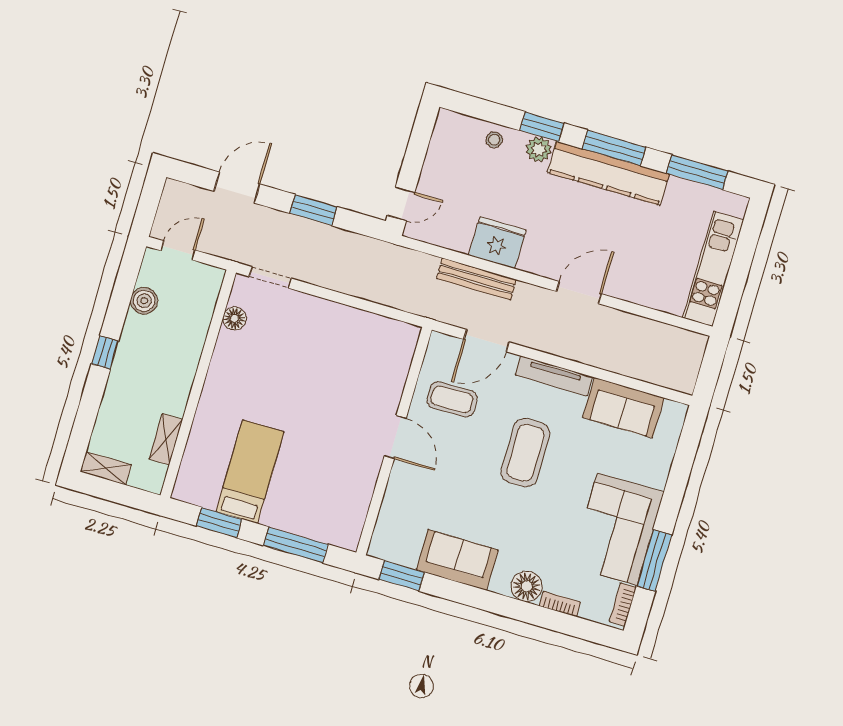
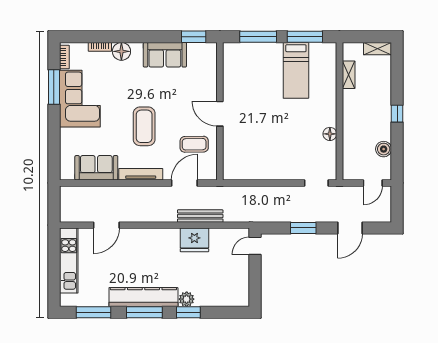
stool: (494, 140) -> (213, 297), removed
door: (579, 293) -> (106, 225), moved
floor lamp: (234, 319) -> (330, 134), moved
window: (219, 523) -> (305, 37), width x1.44

